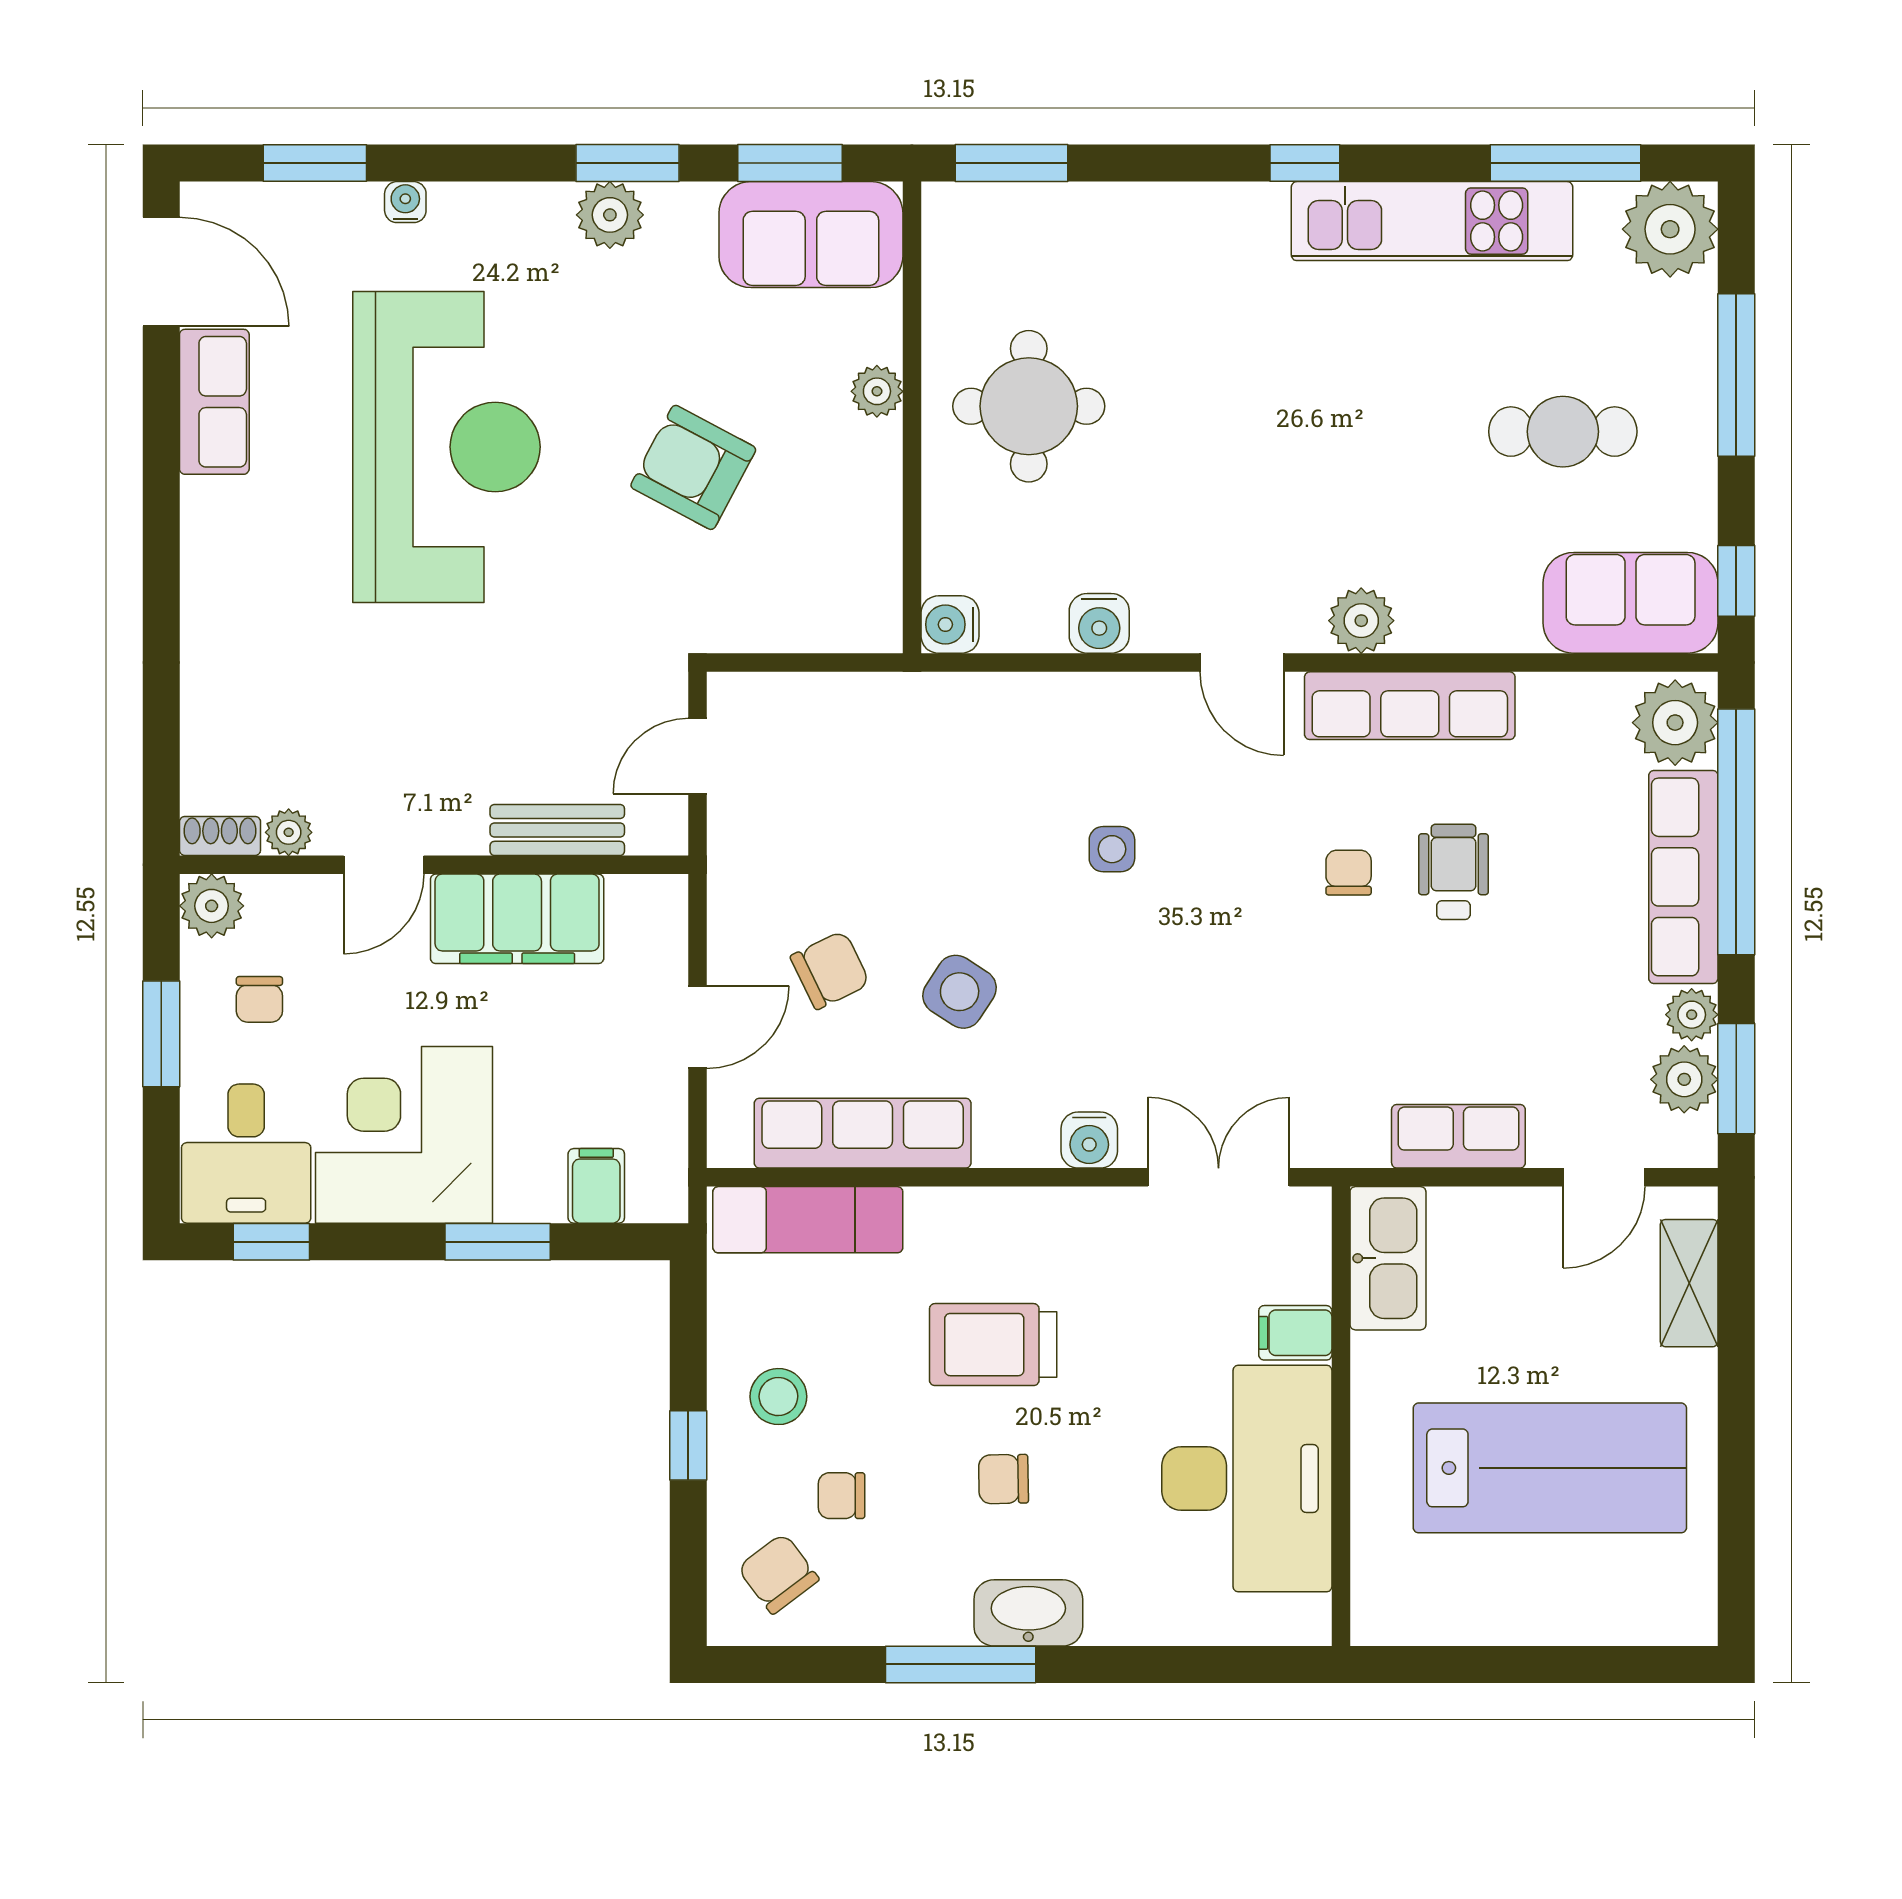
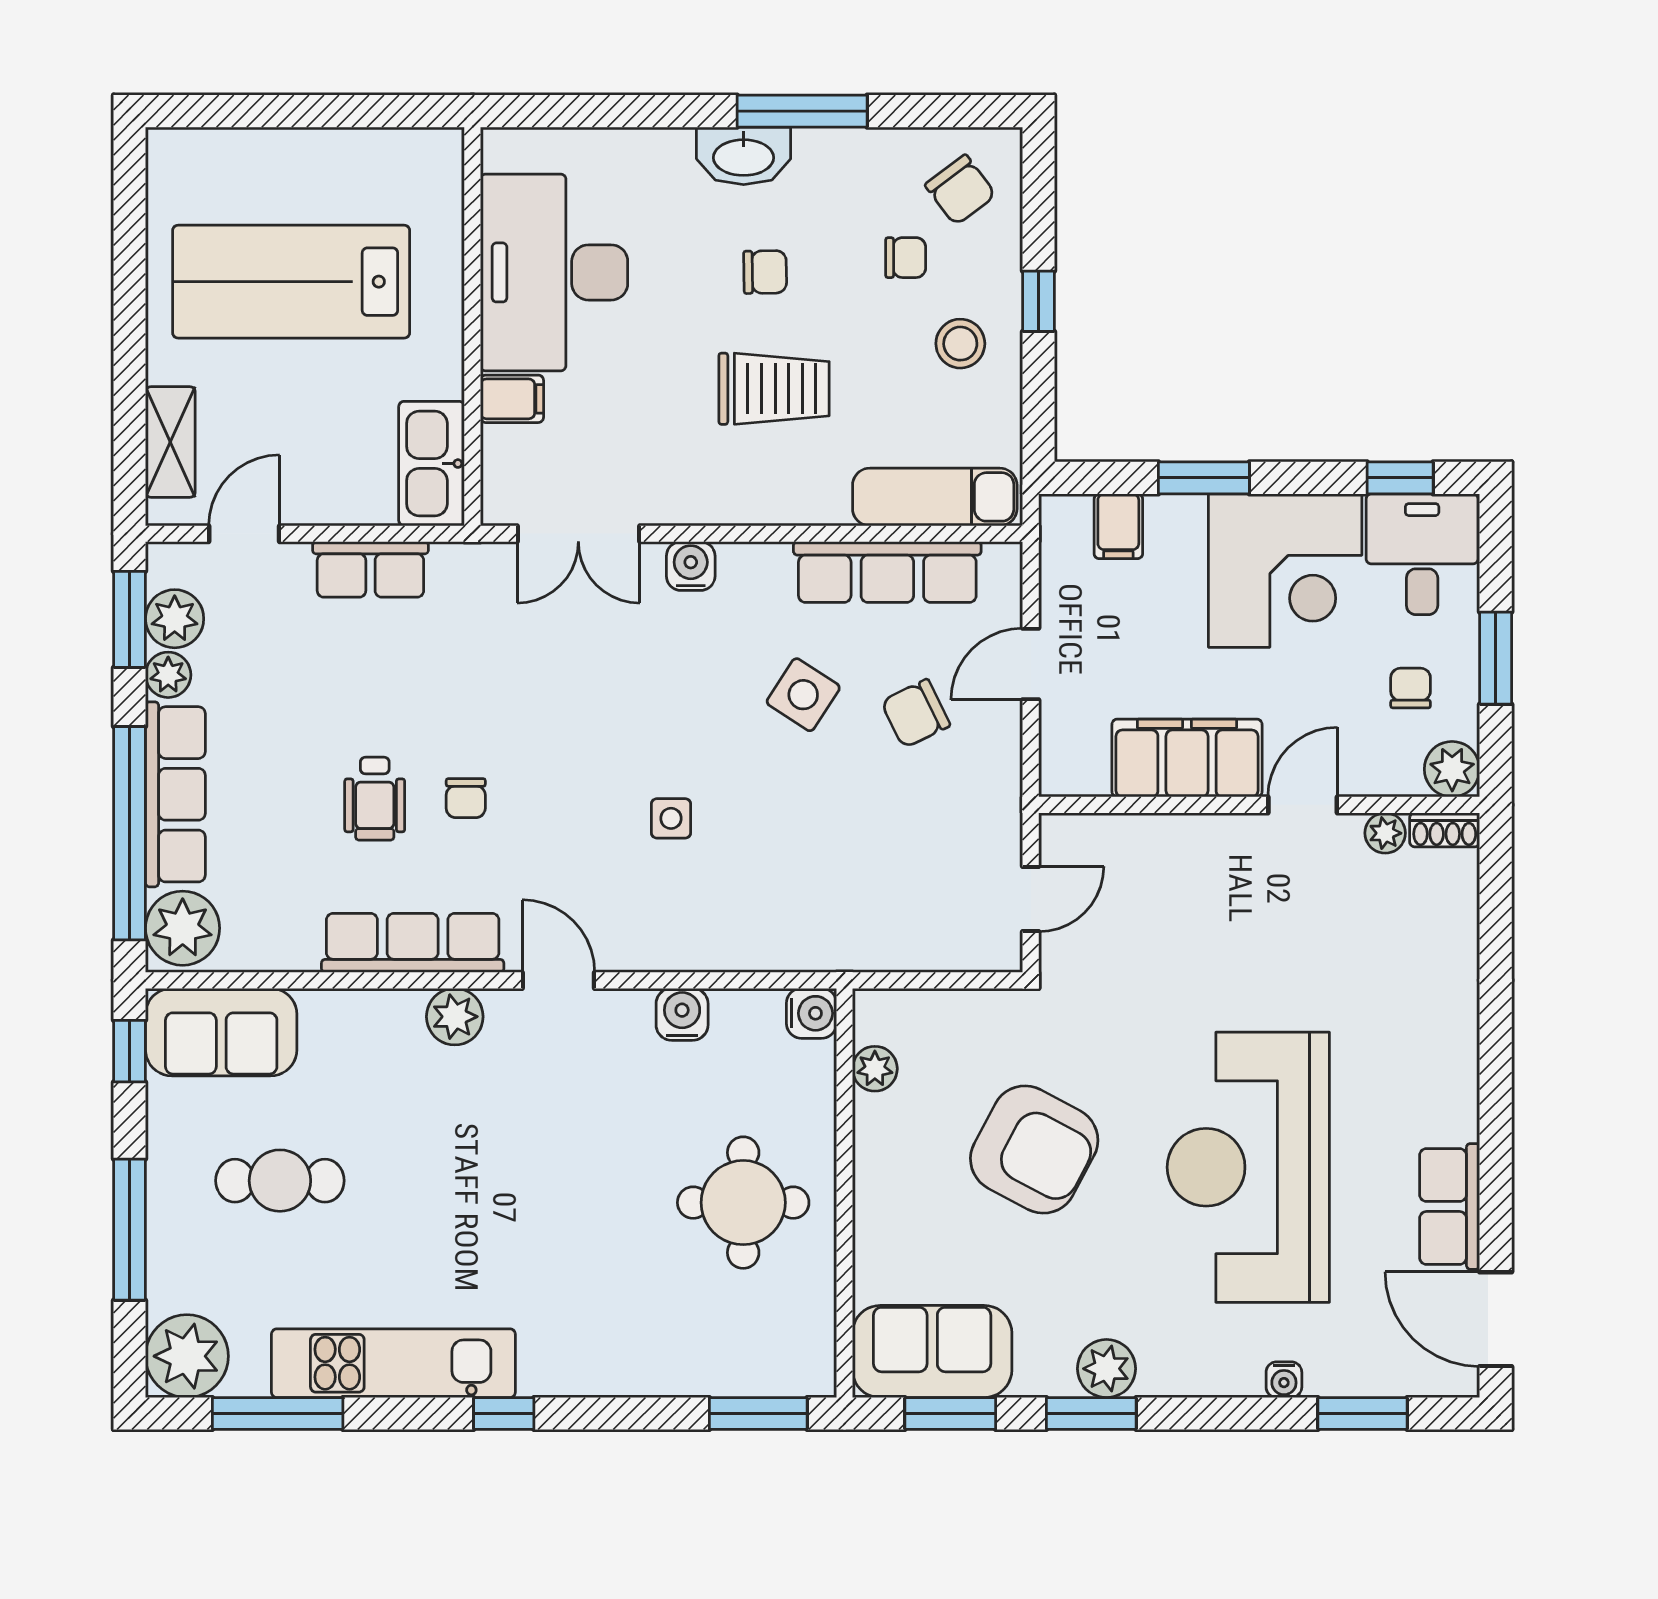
plant: (877, 391) -> (875, 1069), moved
armchair: (693, 467) -> (1034, 1149), width x1.36, depth x1.36
bench: (557, 830) -> (1152, 835), removed

